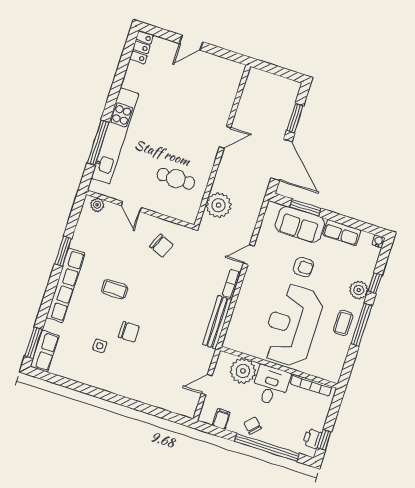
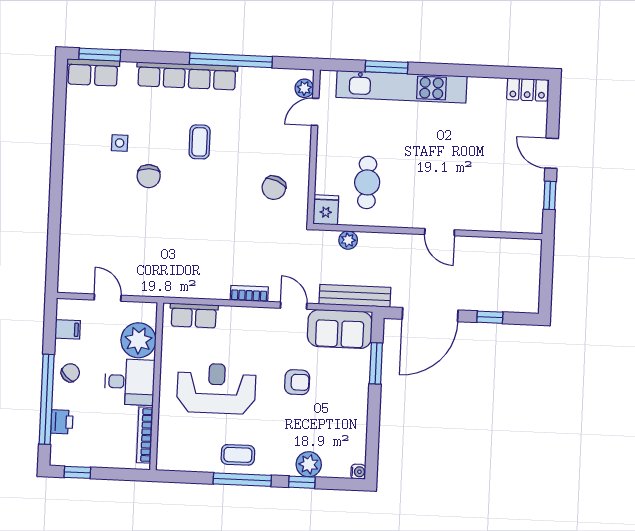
window: (221, 52) -> (550, 195), added
window: (295, 118) -> (490, 317), width x0.67
window: (98, 143) -> (386, 67), width x0.69
plant: (219, 205) -> (348, 240), width x0.53, depth x0.53
door: (131, 207) -> (315, 112), moved
fridge: (187, 213) -> (326, 210), added
sofa: (300, 224) -> (340, 329), moved, turned -90
row of seats: (342, 233) -> (194, 316), moved, turned -90
window: (63, 251) -> (231, 60), width x2.11
armchair: (303, 267) -> (297, 382), turned -90
plant: (359, 290) -> (309, 464), moved
bench: (217, 322) -> (355, 296), moved
reception desk: (292, 325) -> (216, 388), width x0.74, depth x0.77
printer: (312, 438) -> (62, 422), moved, turned 90

